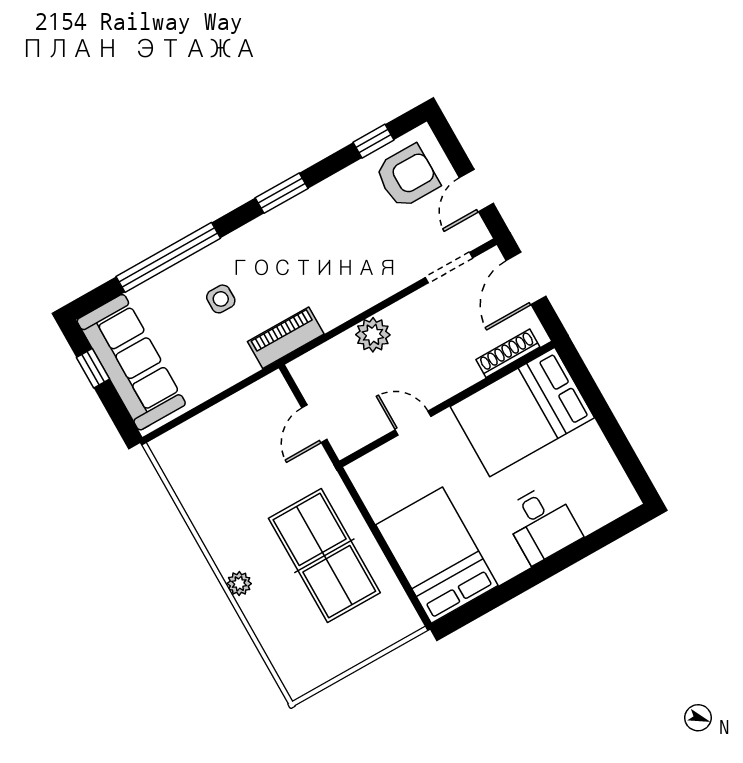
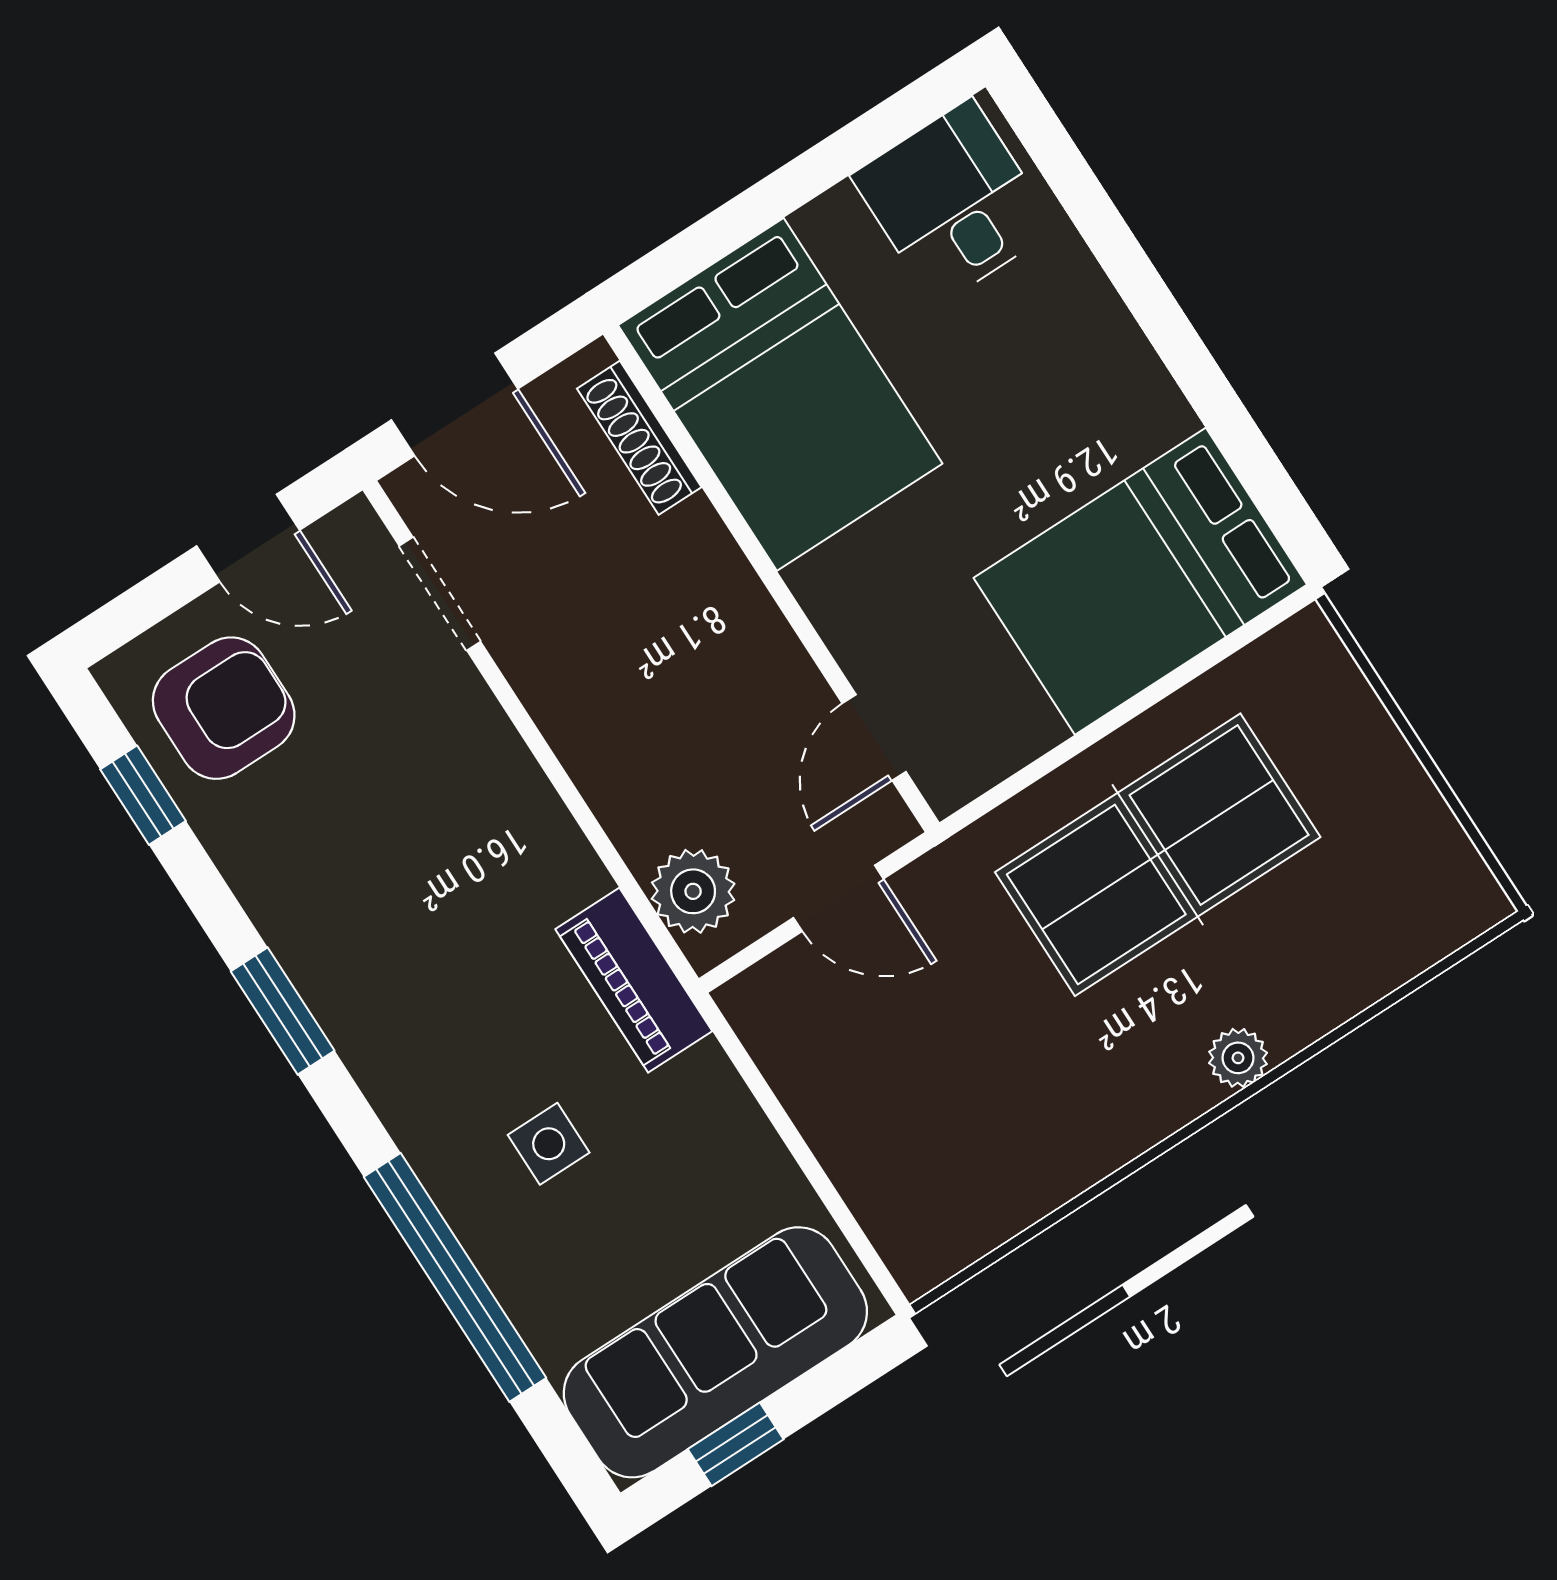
armchair: (407, 176) -> (224, 708), turned 90
plant: (373, 335) -> (693, 891), moved
door: (413, 423) -> (874, 738), moved
desk: (542, 524) -> (953, 202), moved, turned -90

